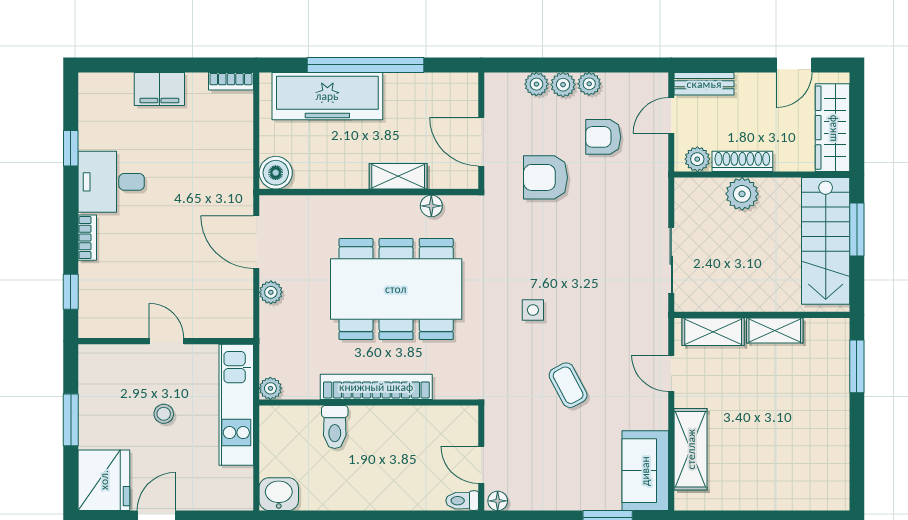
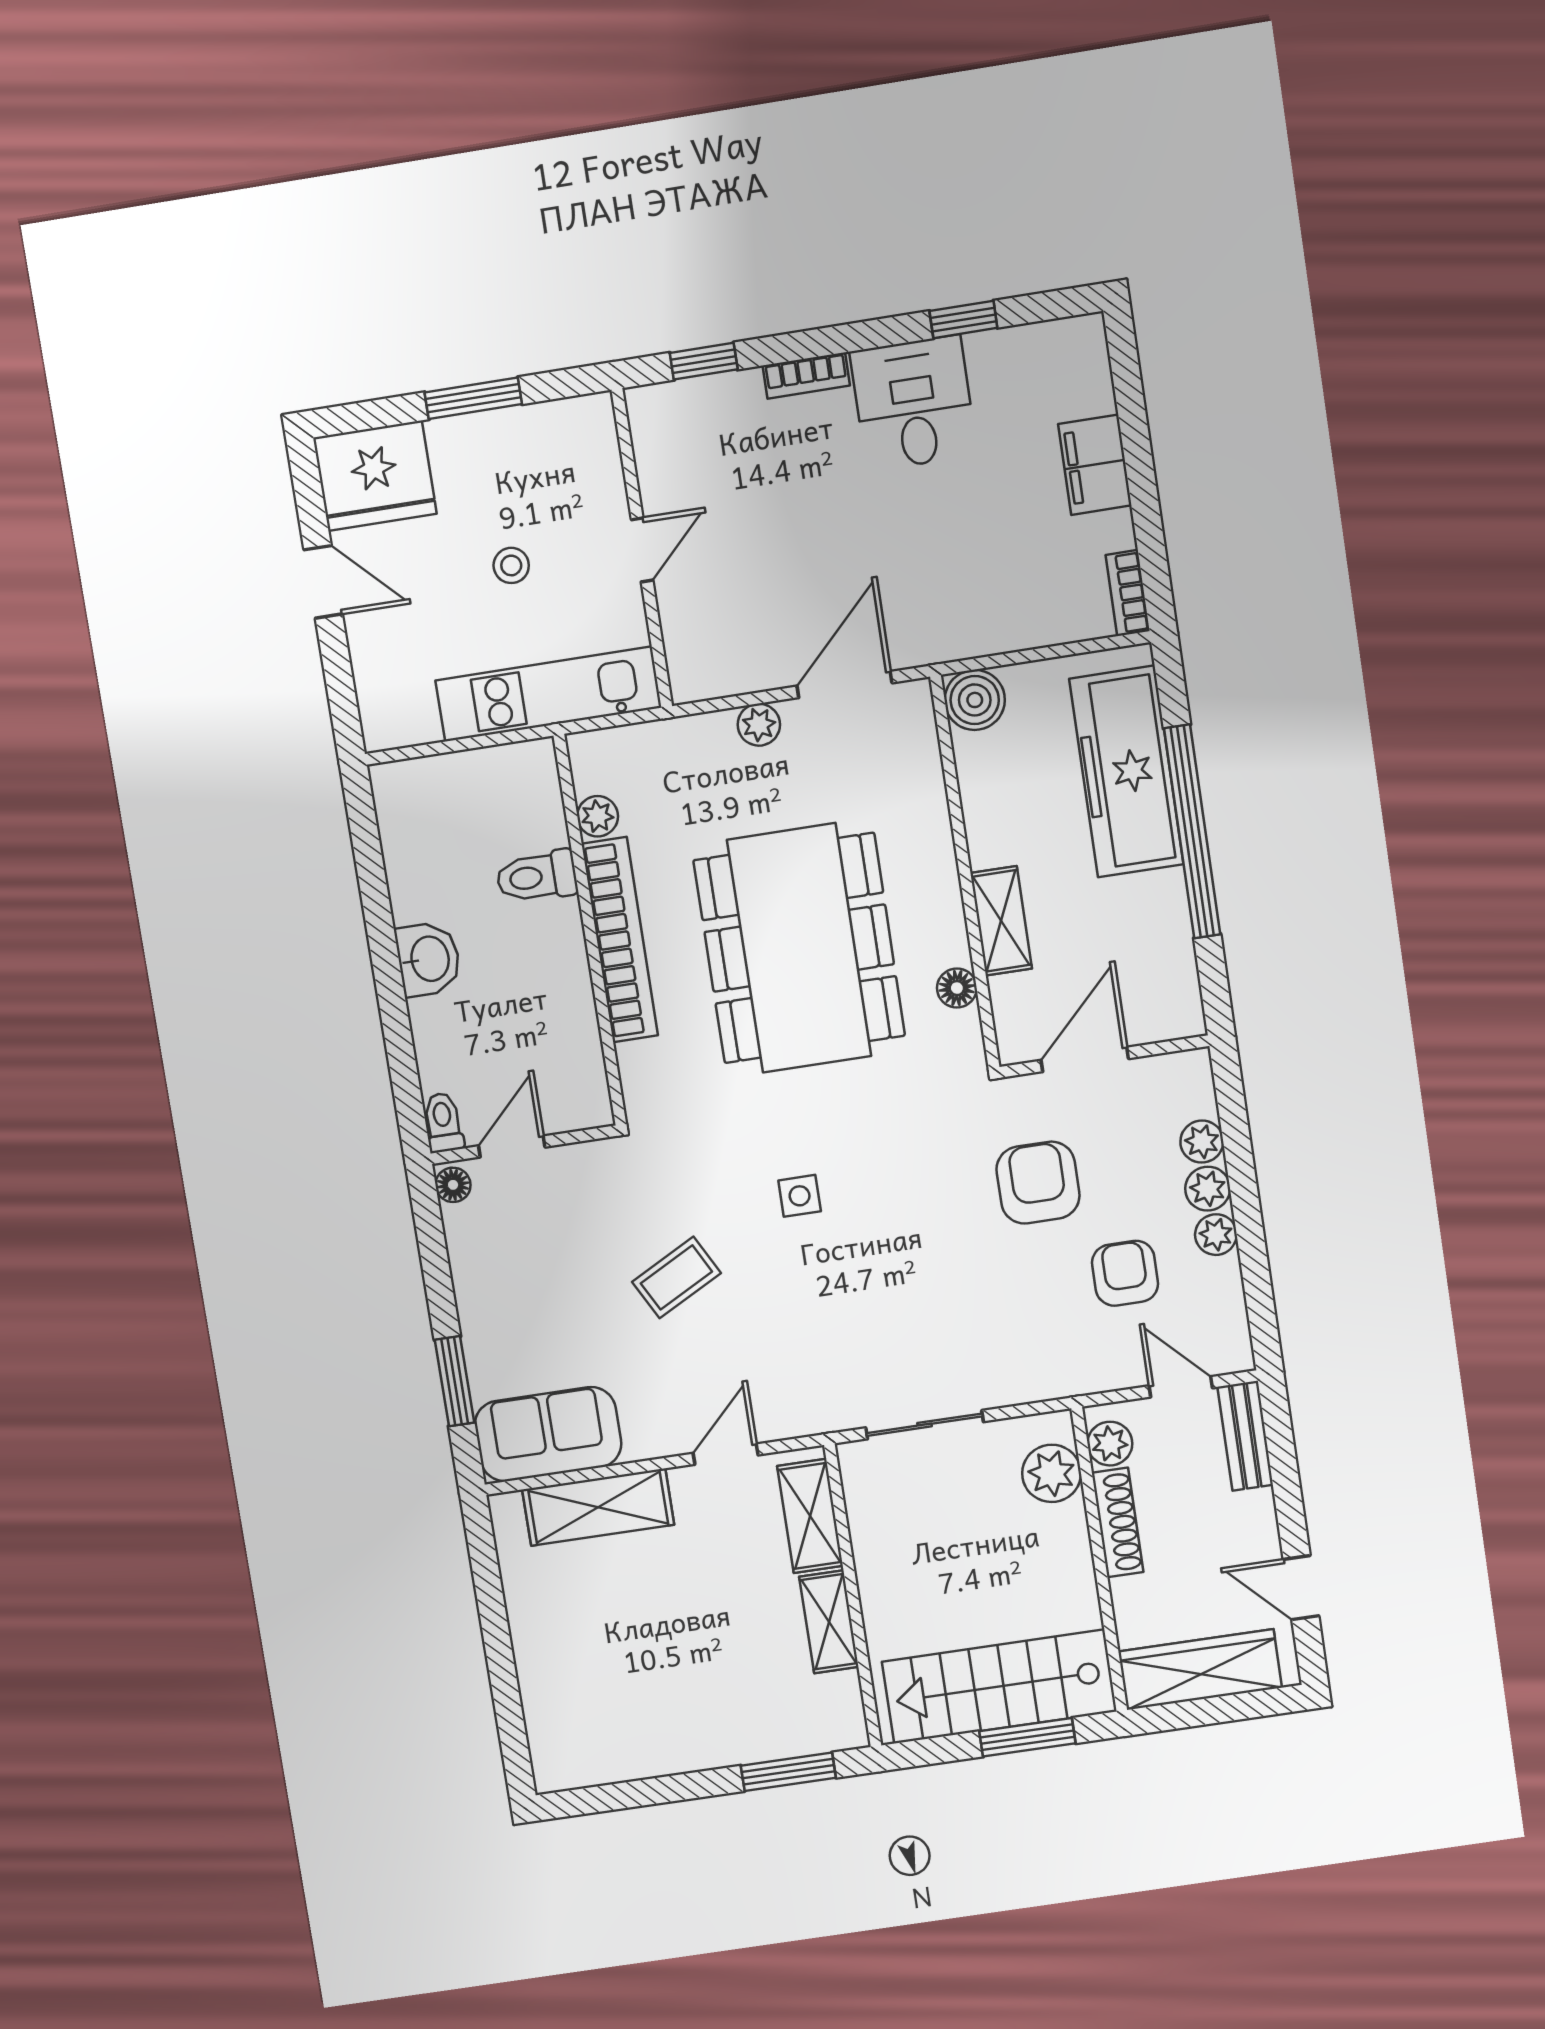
plant: (742, 194) -> (1052, 1473), moved
plant: (270, 388) -> (598, 816), moved
washbasin: (279, 494) -> (428, 959), moved

